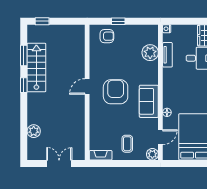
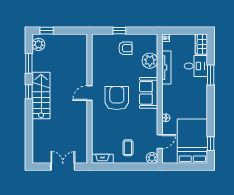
armchair: (107, 36) -> (125, 48), moved
tv unit: (167, 55) -> (166, 68), width x1.41
stairs: (36, 67) -> (41, 96), moved
sofa: (149, 101) -> (149, 93), moved
plant: (34, 131) -> (38, 44), moved

